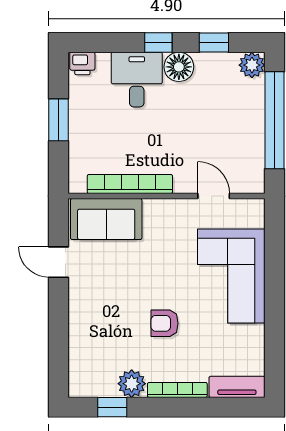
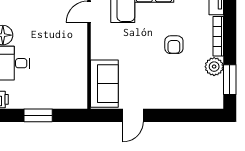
bookcase: (130, 184) -> (81, 68), removed
window: (112, 407) -> (230, 80), width x1.50

